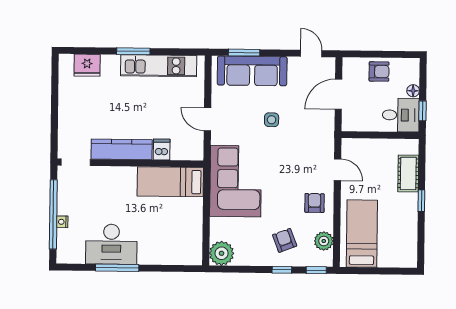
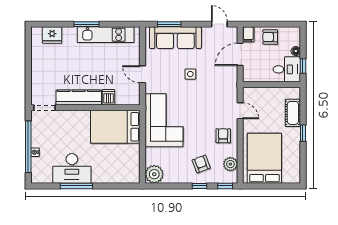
filing cabinet: (350, 67) -> (248, 34), added
armchair: (379, 71) -> (270, 37), turned 180
bed: (170, 182) -> (115, 127), width x1.50
bed: (362, 234) -> (264, 158), width x1.50

